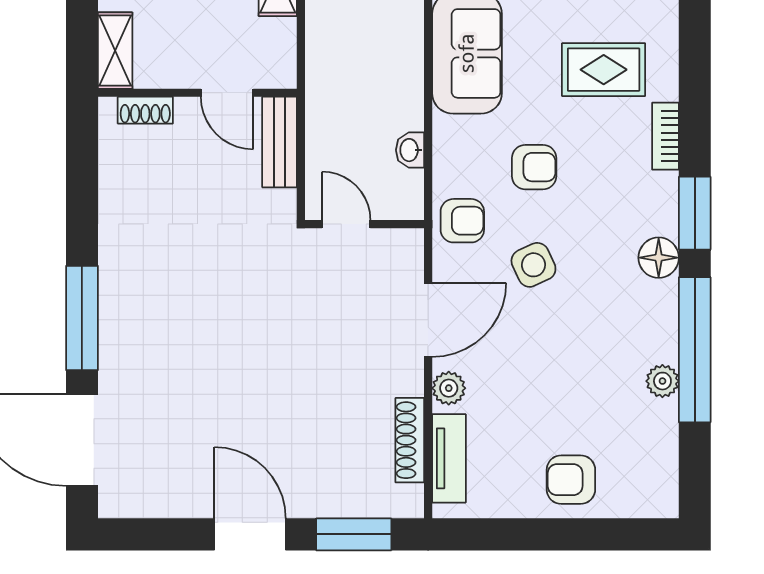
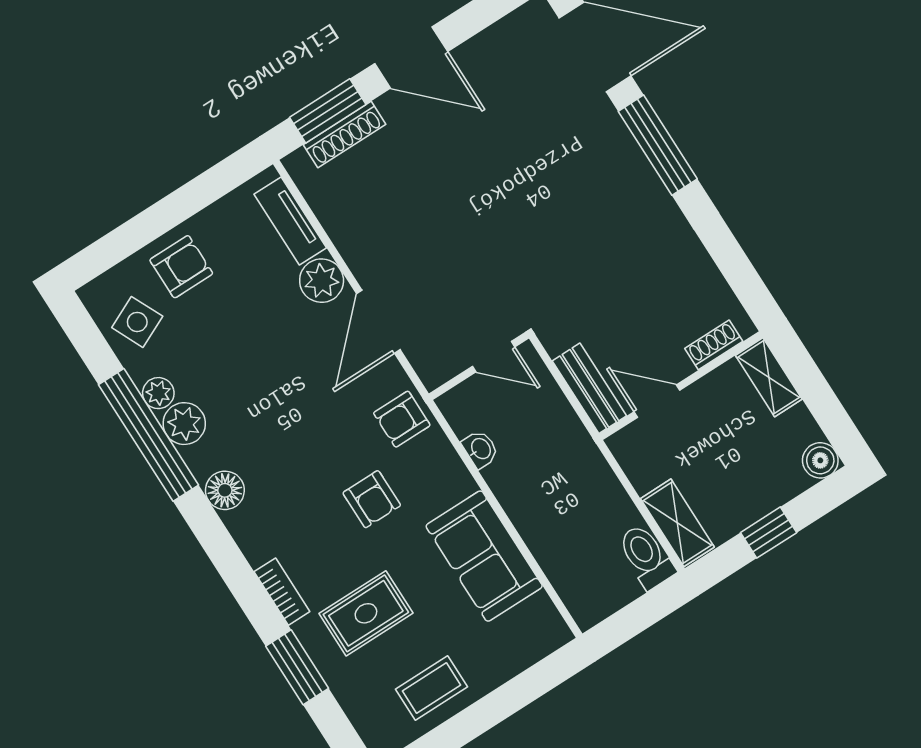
armchair: (534, 167) -> (372, 499), turned -90
window: (695, 213) -> (297, 667), moved
side table: (533, 265) -> (137, 322), moved
plant: (657, 340) -> (184, 424), added
plant: (449, 388) -> (322, 281), width x1.38, depth x1.38
shoe rack: (410, 440) -> (345, 134), moved, turned 90

